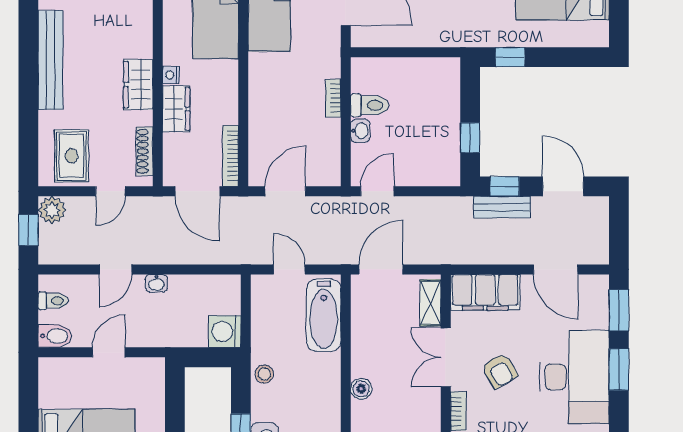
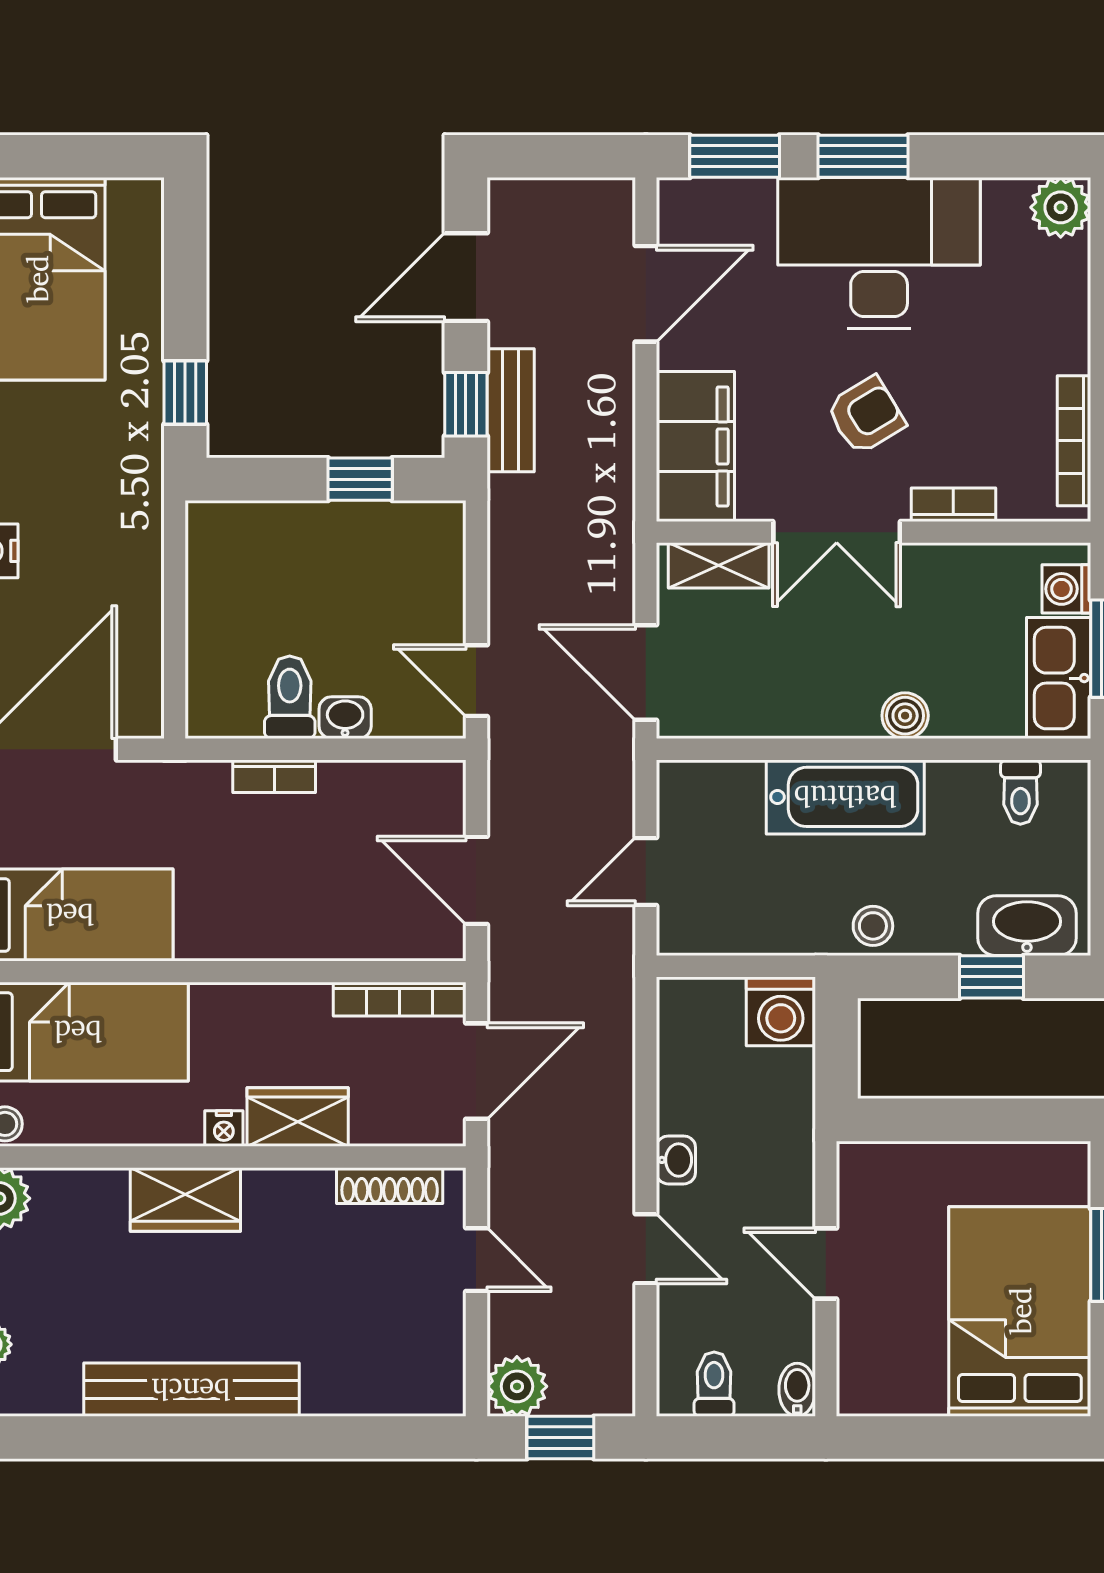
wardrobe: (138, 84) -> (185, 1199), moved
rug: (71, 156) -> (399, 1344), removed
bathtub: (324, 315) -> (845, 797), moved
bidet: (55, 336) -> (797, 1390), width x0.72, depth x0.74

